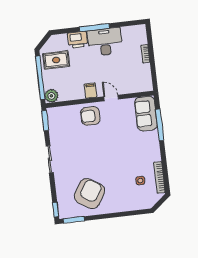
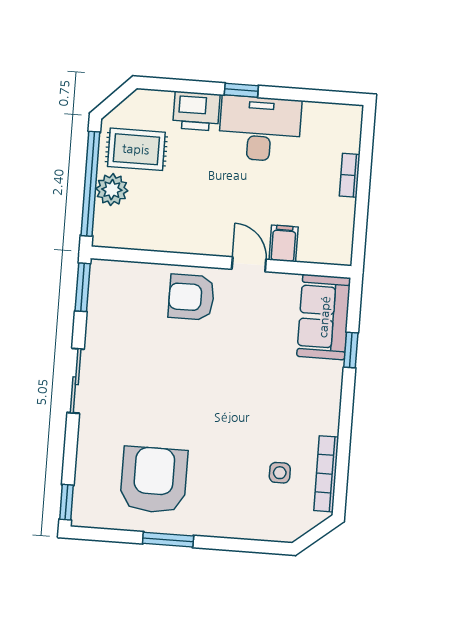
window: (94, 28) -> (241, 90), width x0.46
filing cabinet: (90, 91) -> (284, 243), moved
plant: (51, 96) -> (112, 190), moved
window: (160, 125) -> (351, 350), width x0.46
armchair: (89, 194) -> (154, 480), turned -32
window: (74, 220) -> (168, 540), moved

